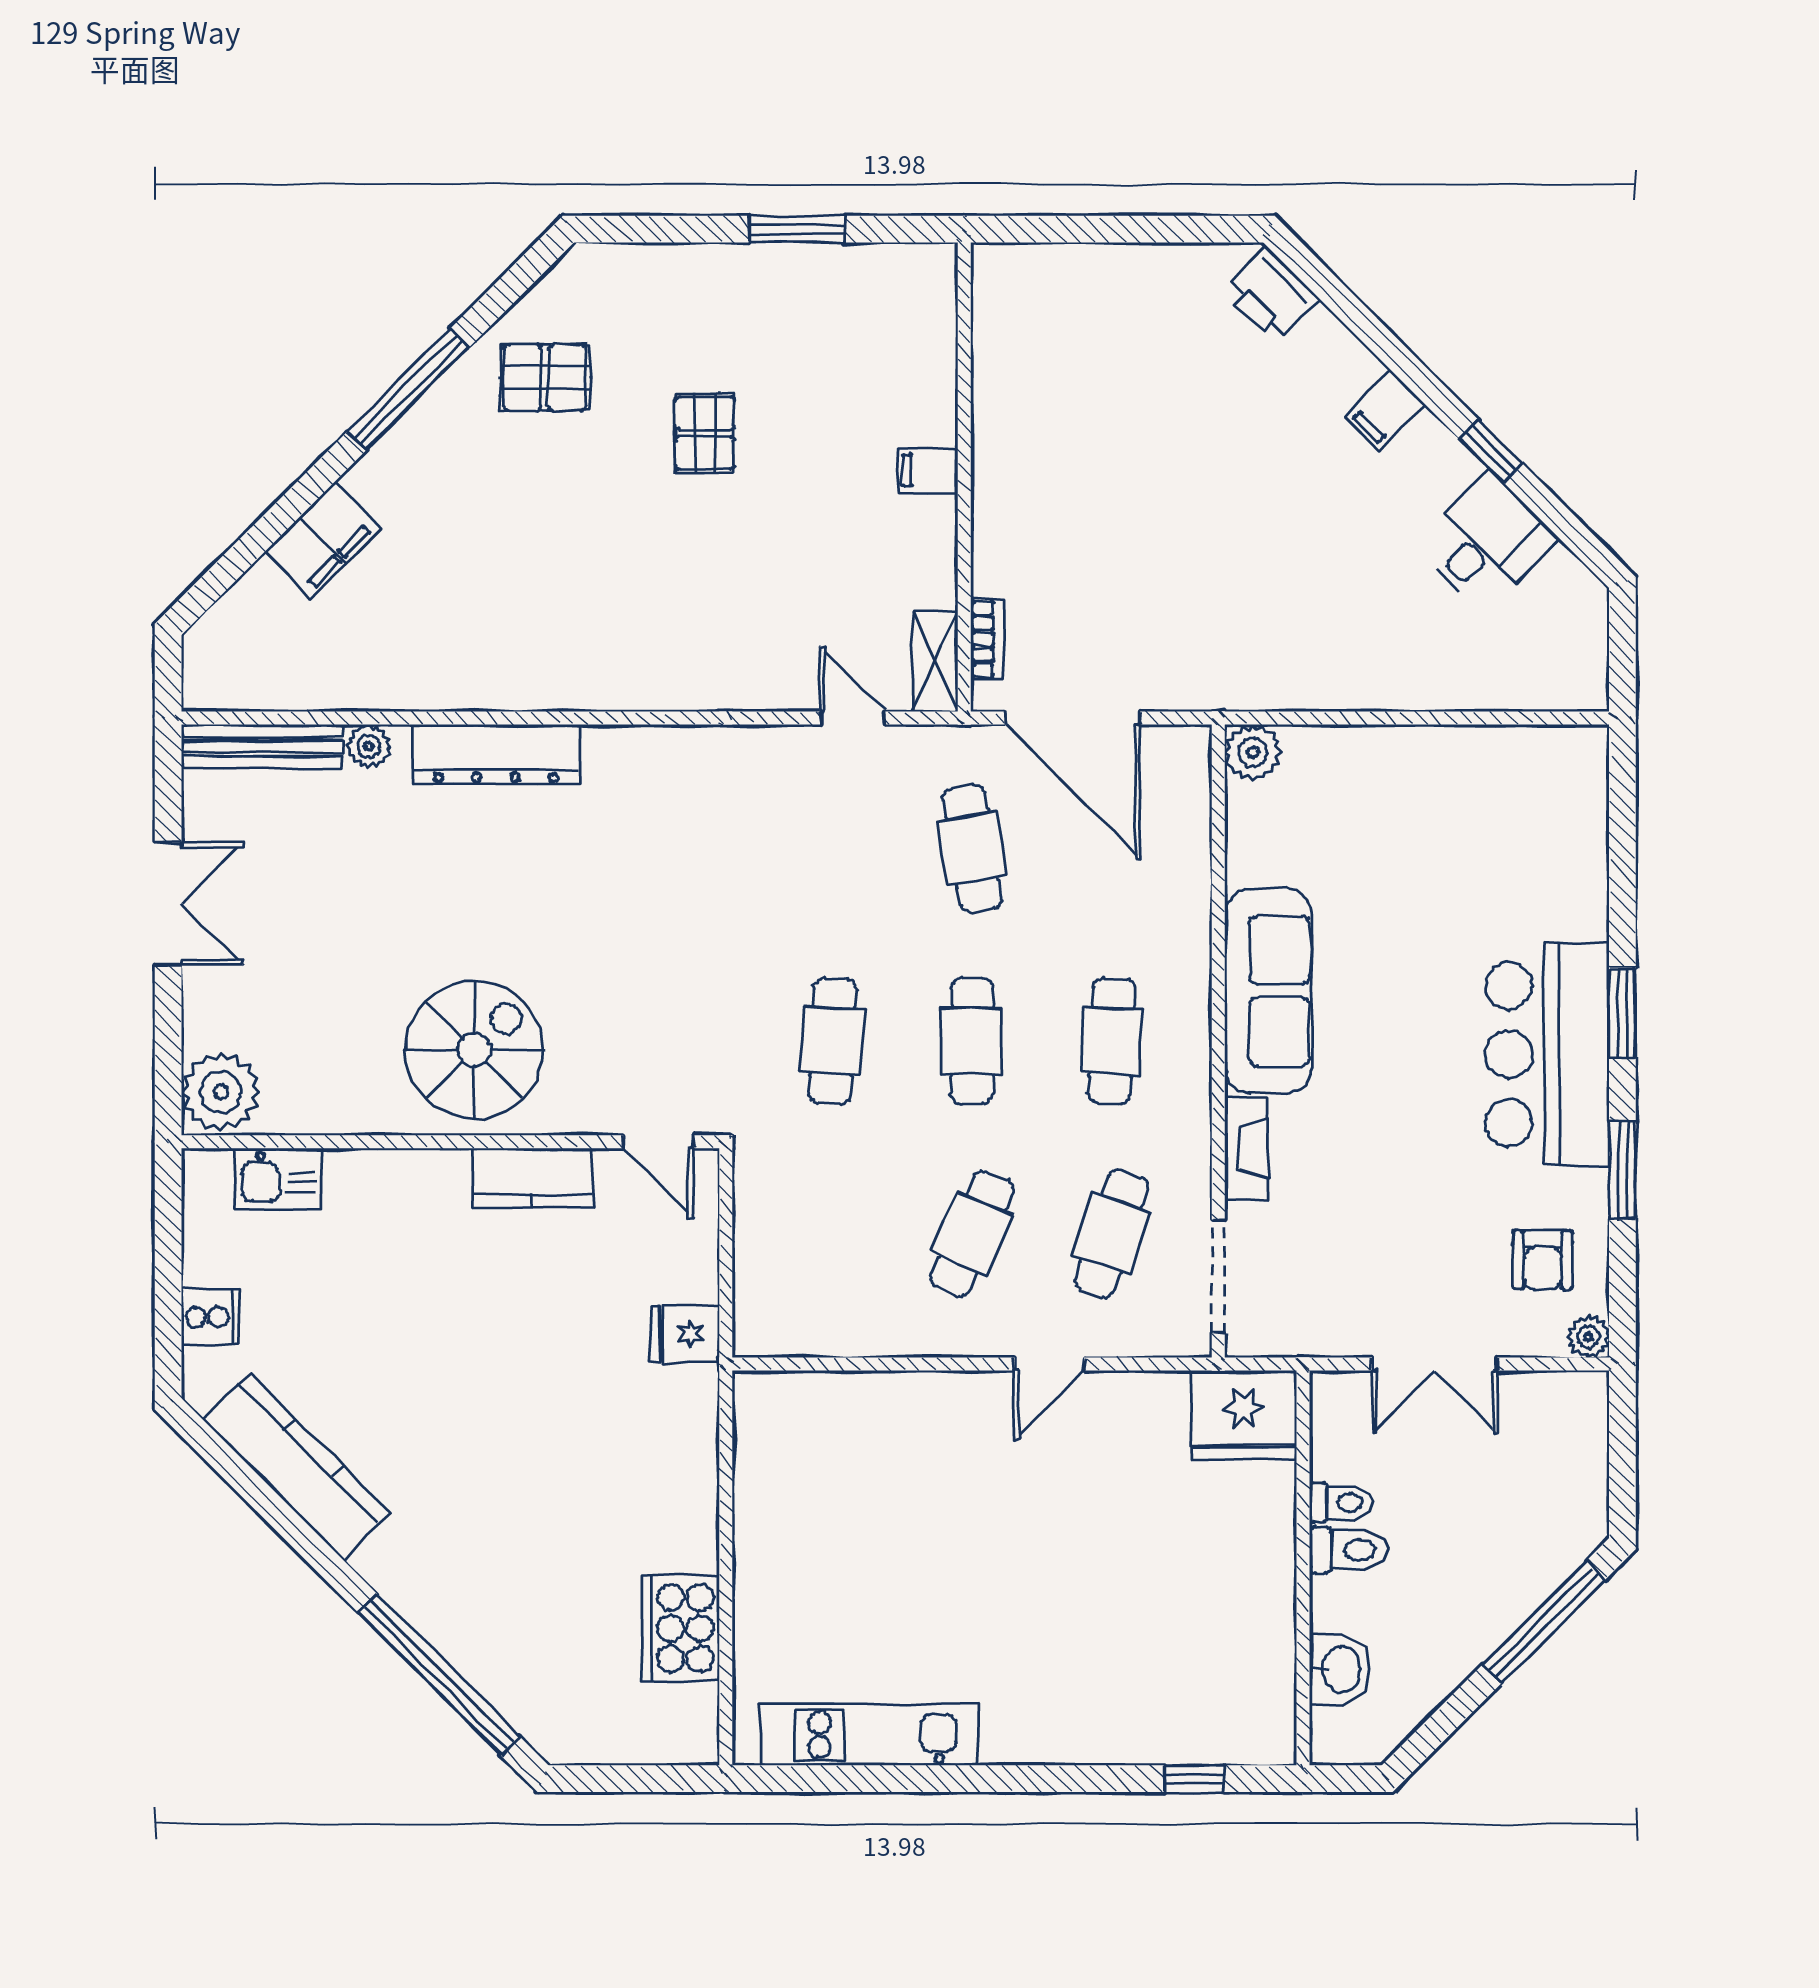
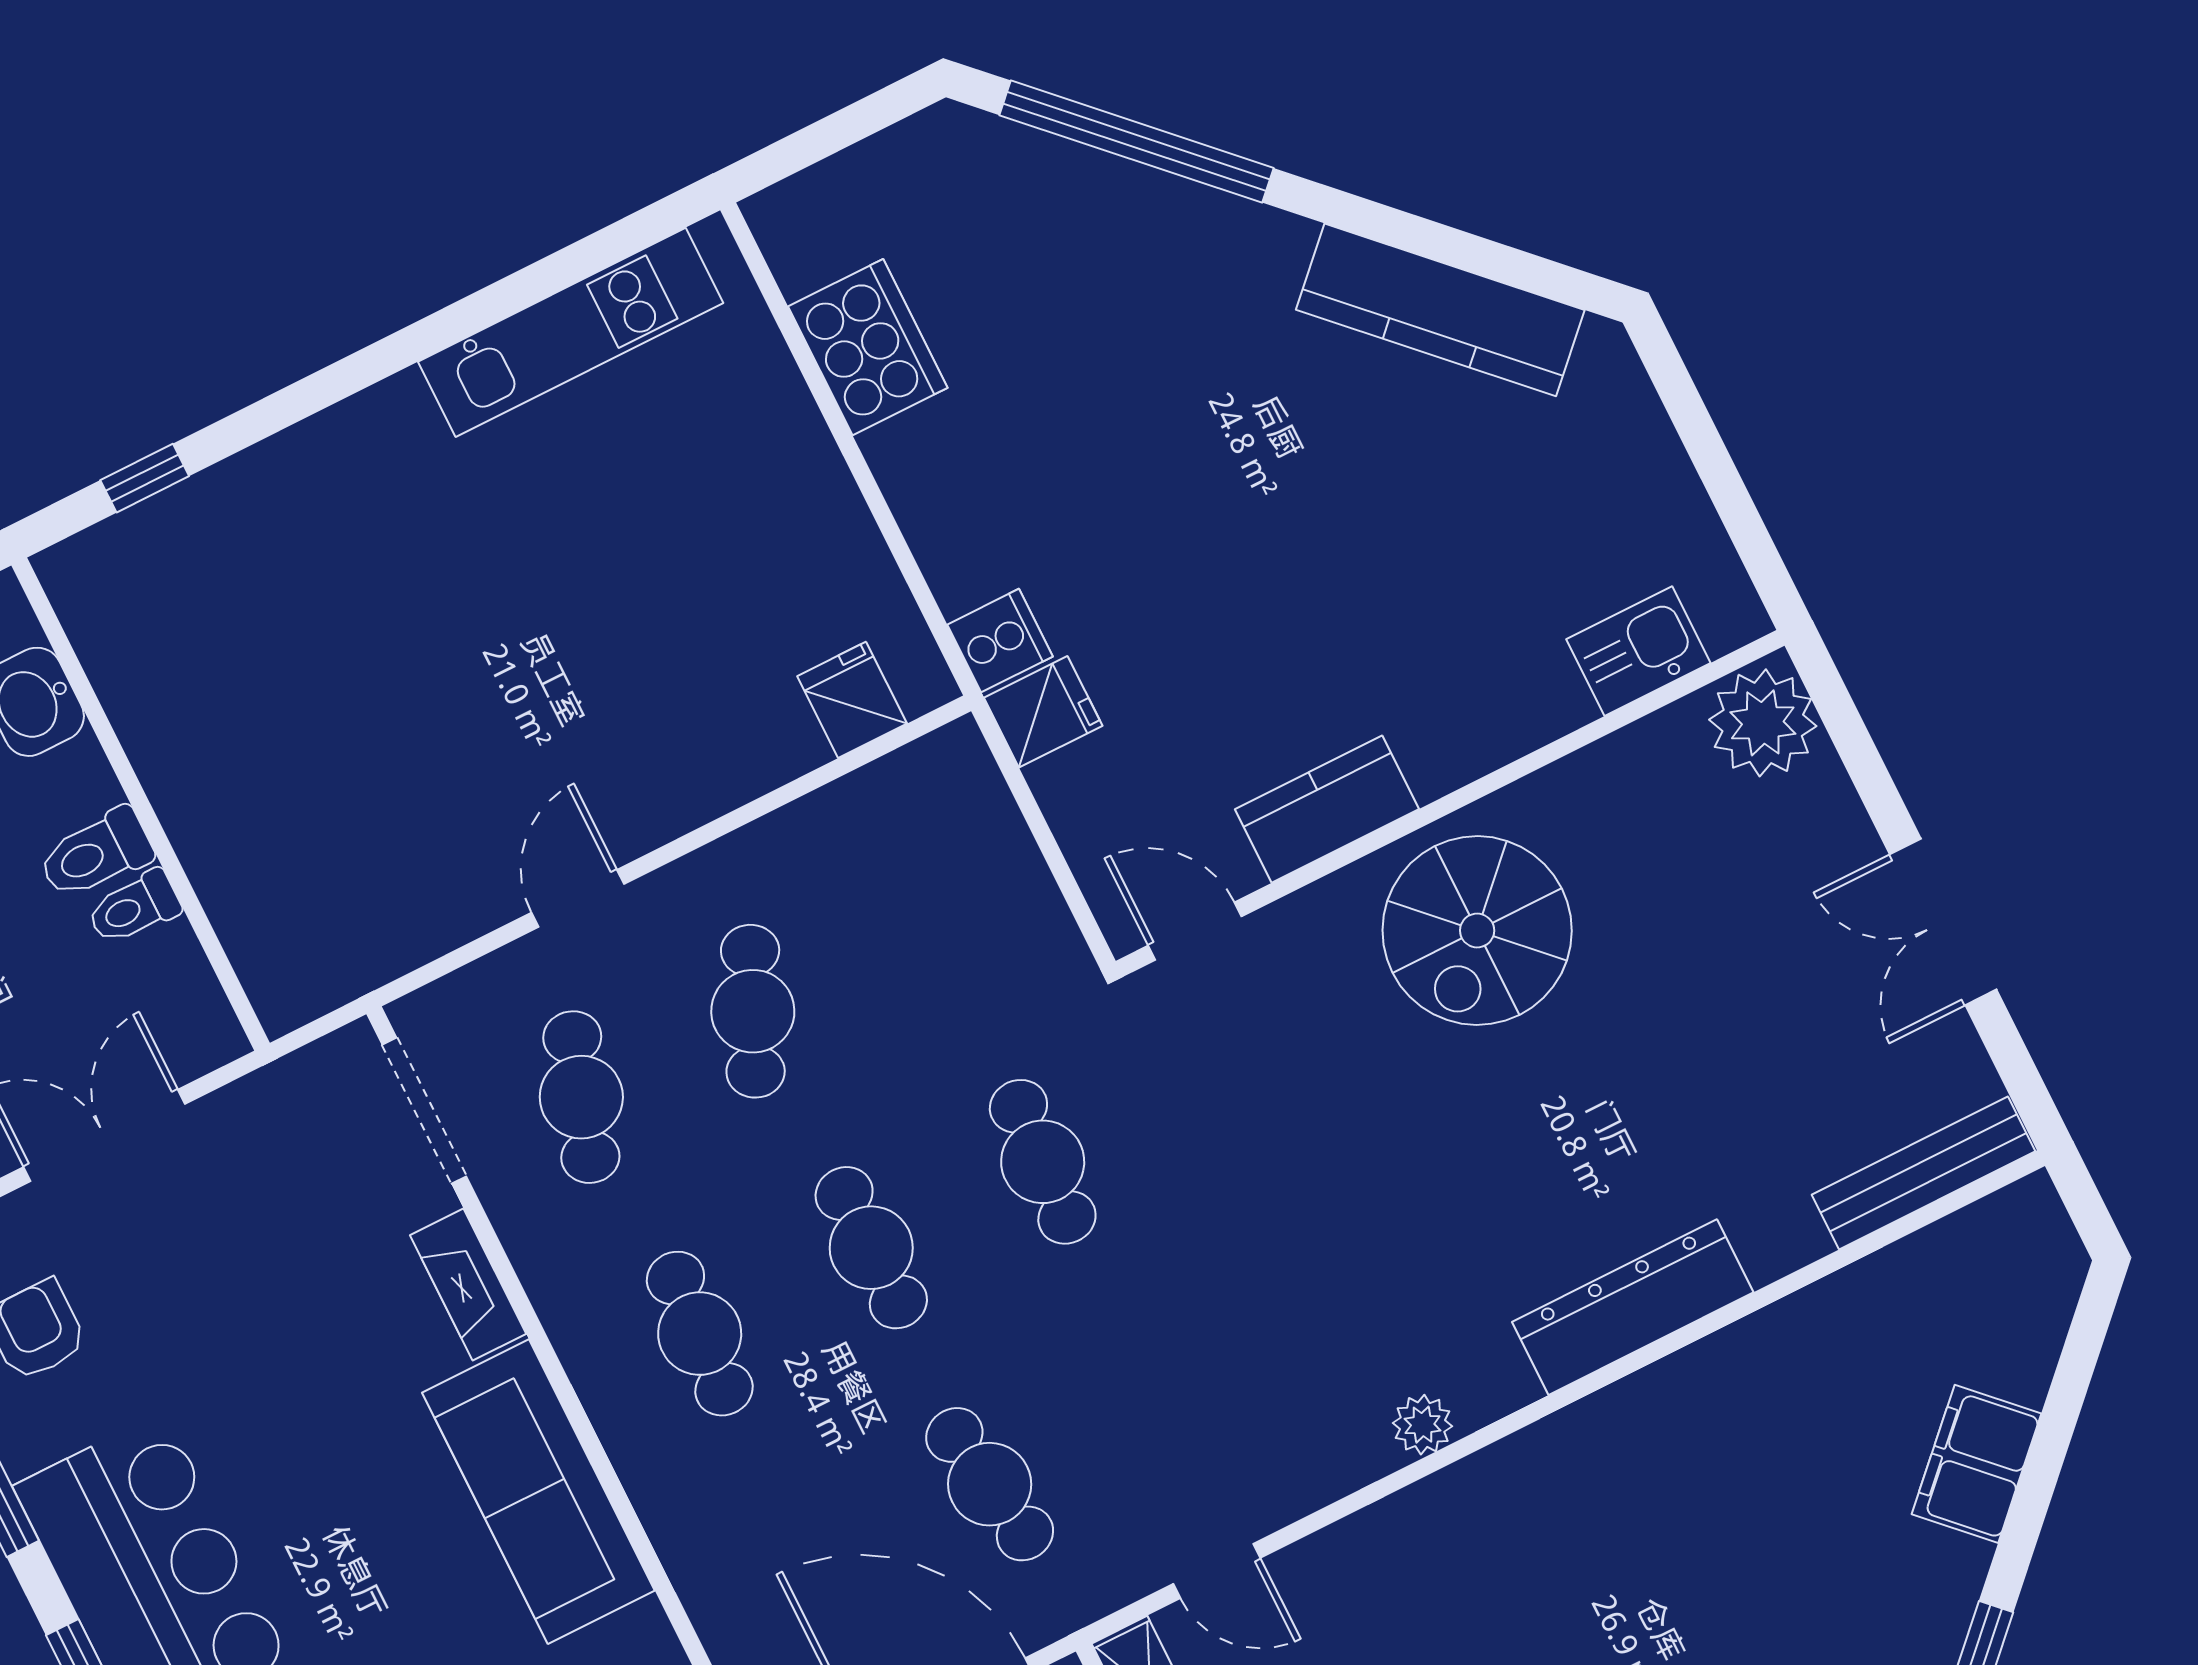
plant: (369, 746) -> (1423, 1425), moved
cooker: (211, 1317) -> (1000, 641), moved, turned 180
fridge: (1244, 1415) -> (852, 700), moved, width x0.53, depth x0.75

